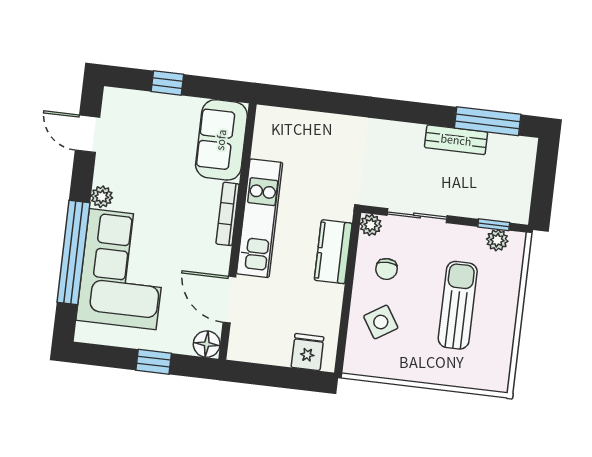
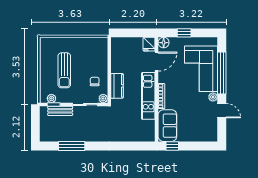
window: (167, 83) -> (172, 146), moved
window: (488, 121) -> (72, 146), moved
door: (88, 134) -> (222, 111), moved
bench: (456, 140) -> (60, 111), moved
door: (229, 300) -> (157, 62), hinge flipped
side table: (381, 322) -> (94, 60), removed
fridge: (307, 352) -> (149, 44), moved

